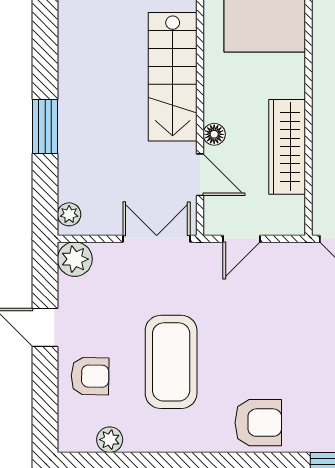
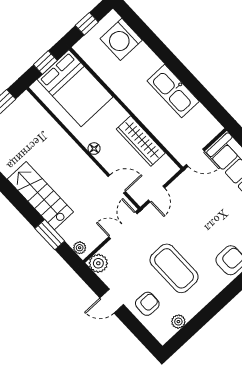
stairs: (173, 77) -> (40, 196), moved, turned 180
window: (45, 127) -> (50, 235), moved
floor lamp: (214, 134) -> (94, 149), moved

